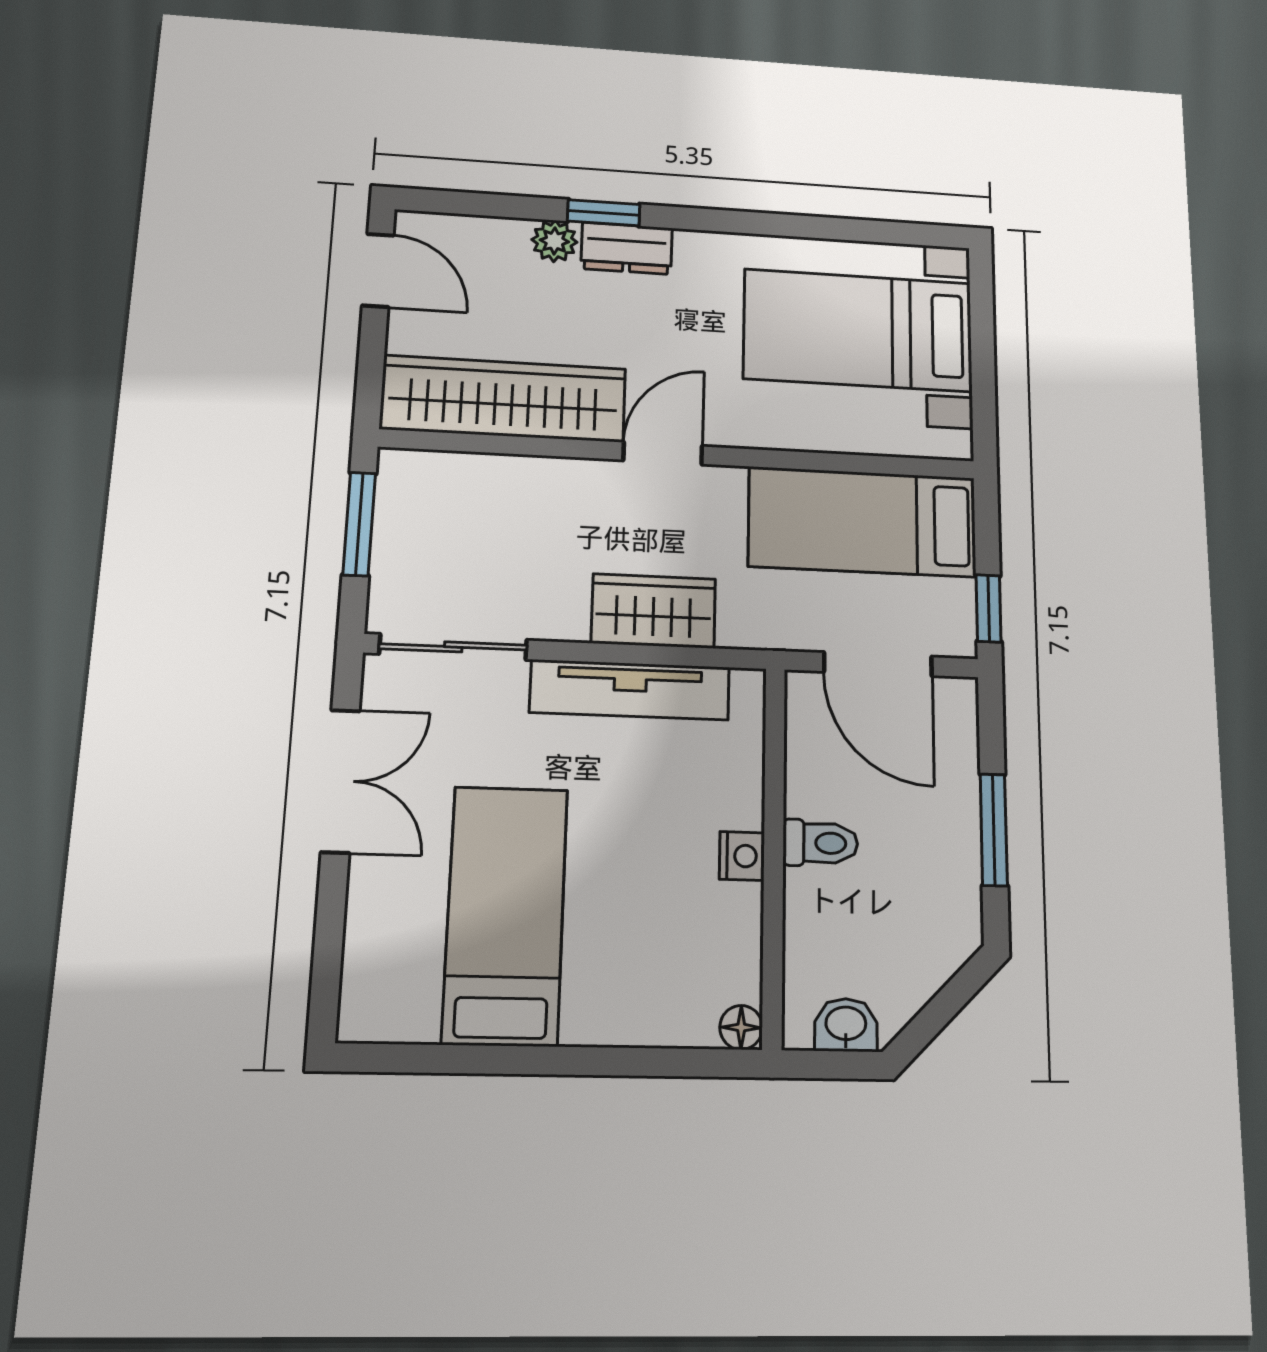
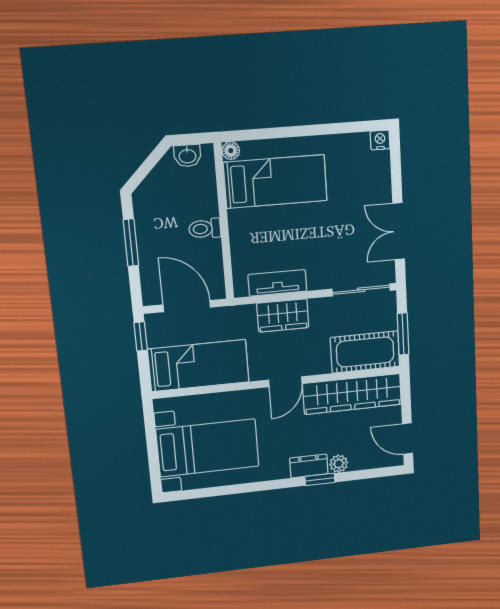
cot: (460, 494) -> (365, 352), added
tv unit: (630, 690) -> (277, 283), width x0.71
nightstand: (742, 856) -> (380, 140), moved, turned 90
bed: (505, 915) -> (275, 182), moved, turned -90

